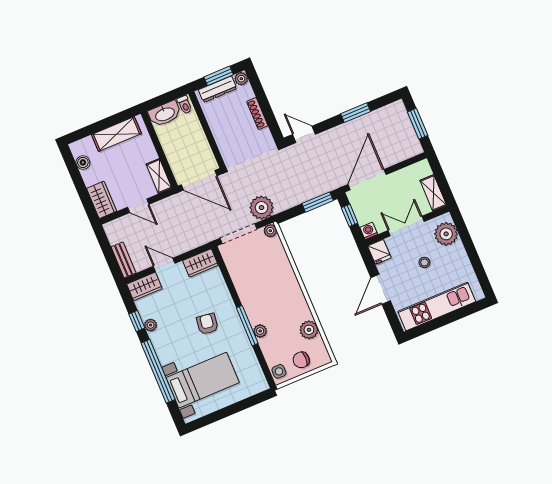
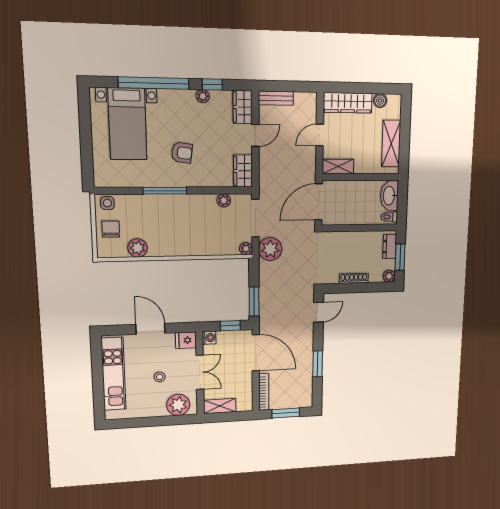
dresser: (218, 89) -> (390, 247), width x0.70
bookcase: (404, 155) -> (264, 392), added
wardrobe: (102, 200) -> (348, 103), width x1.50
plant: (260, 331) -> (224, 200), moved

